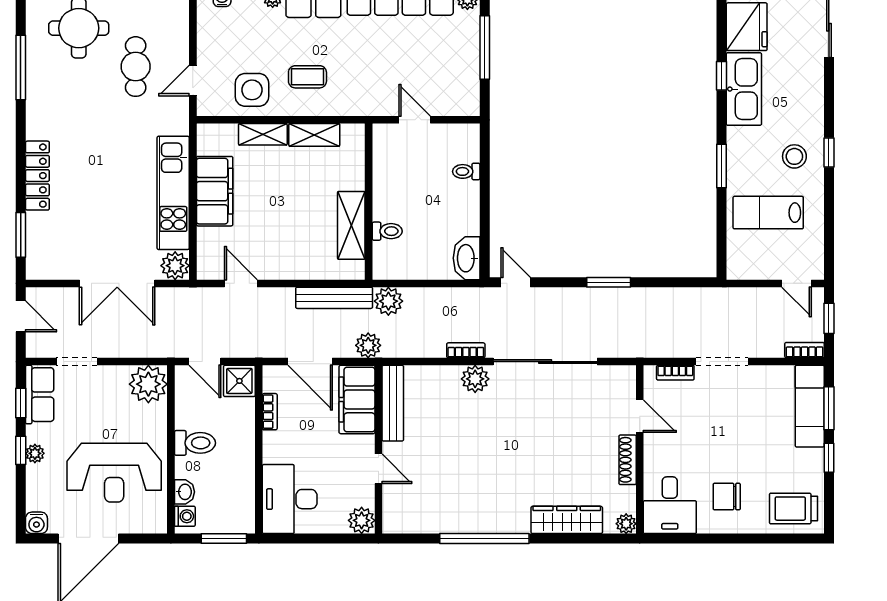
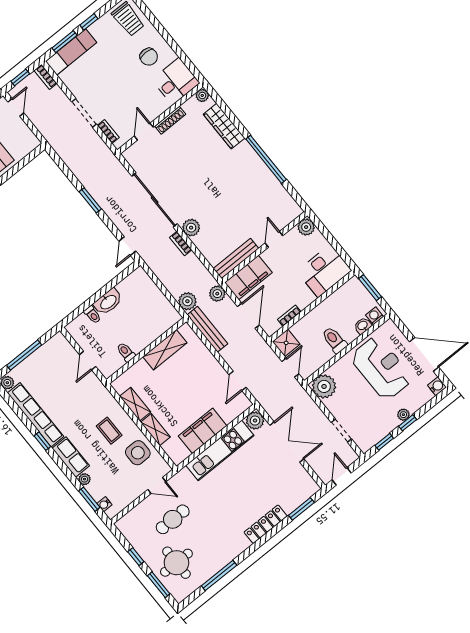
toilet: (387, 231) -> (126, 352), moved
washbasin: (467, 258) -> (108, 302), moved
row of seats: (40, 395) -> (373, 436), removed

